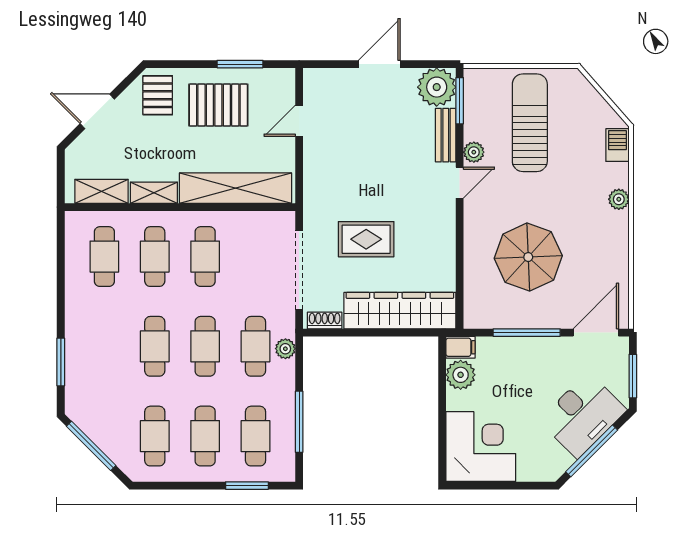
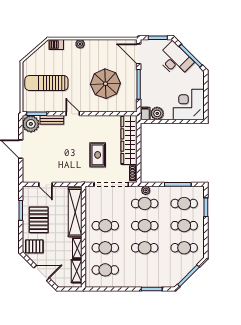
door: (97, 111) -> (41, 273), swing flipped
plant: (474, 152) -> (59, 108), removed

